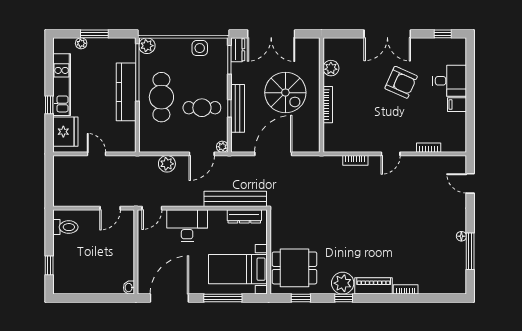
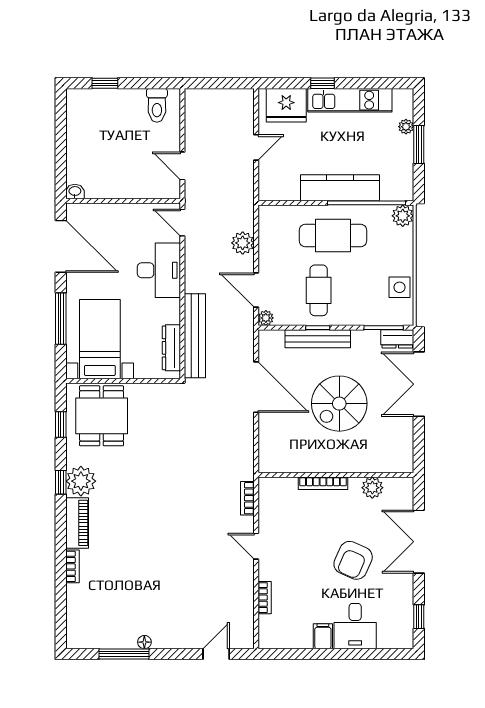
plant: (331, 68) -> (372, 488), moved
wall: (321, 95) -> (336, 475), moved
bookcase: (328, 105) -> (323, 483), moved

